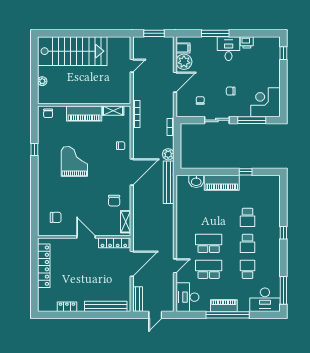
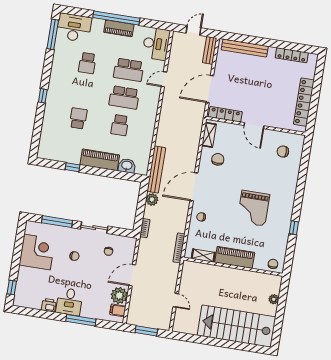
door: (132, 66) -> (176, 300), swing flipped
corner desk: (265, 102) -> (37, 252), moved, turned -90
school desk: (248, 243) -> (120, 125), moved, turned 180
locker: (67, 307) -> (292, 55), width x1.53

